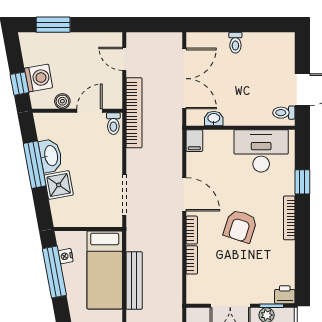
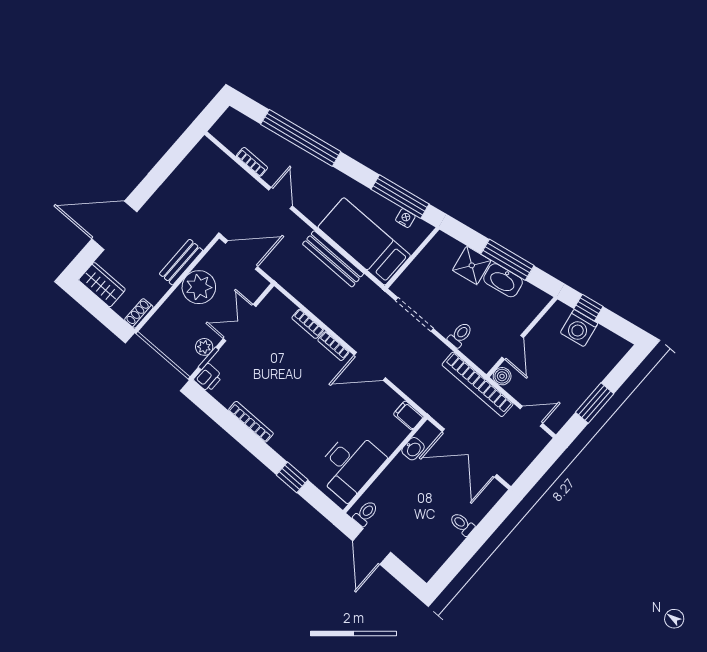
window: (53, 25) -> (595, 403), moved
boiler: (62, 101) -> (502, 376), moved
toilet: (113, 124) -> (460, 335), moved, turned 90
bookcase: (289, 218) -> (251, 422), moved
armchair: (240, 226) -> (300, 391), removed

